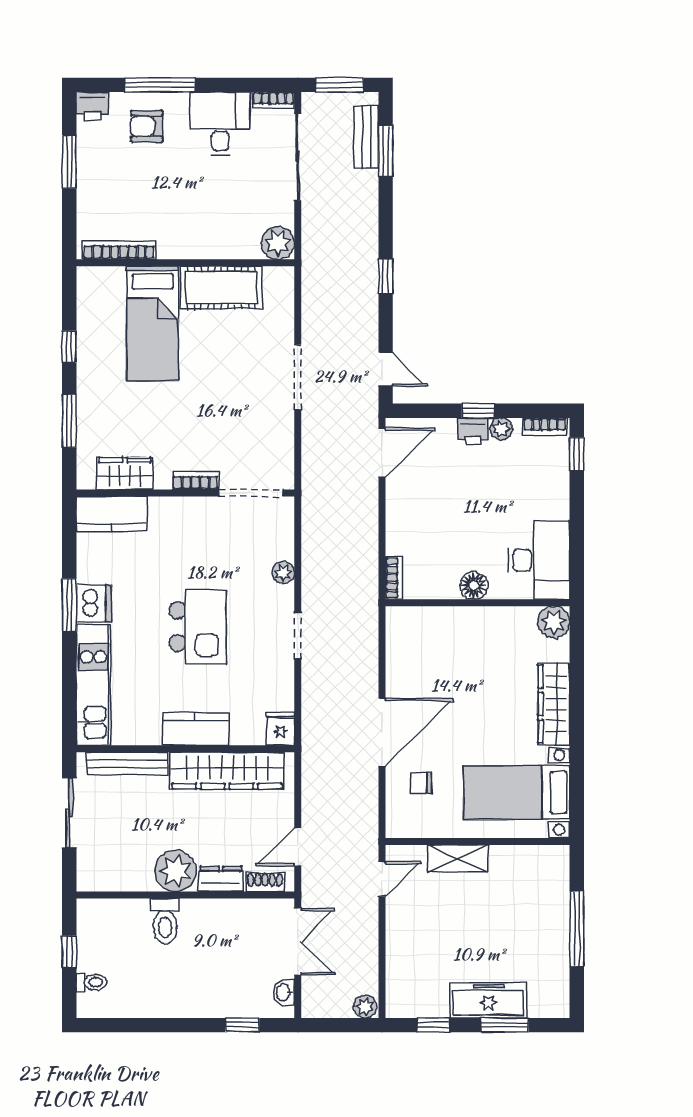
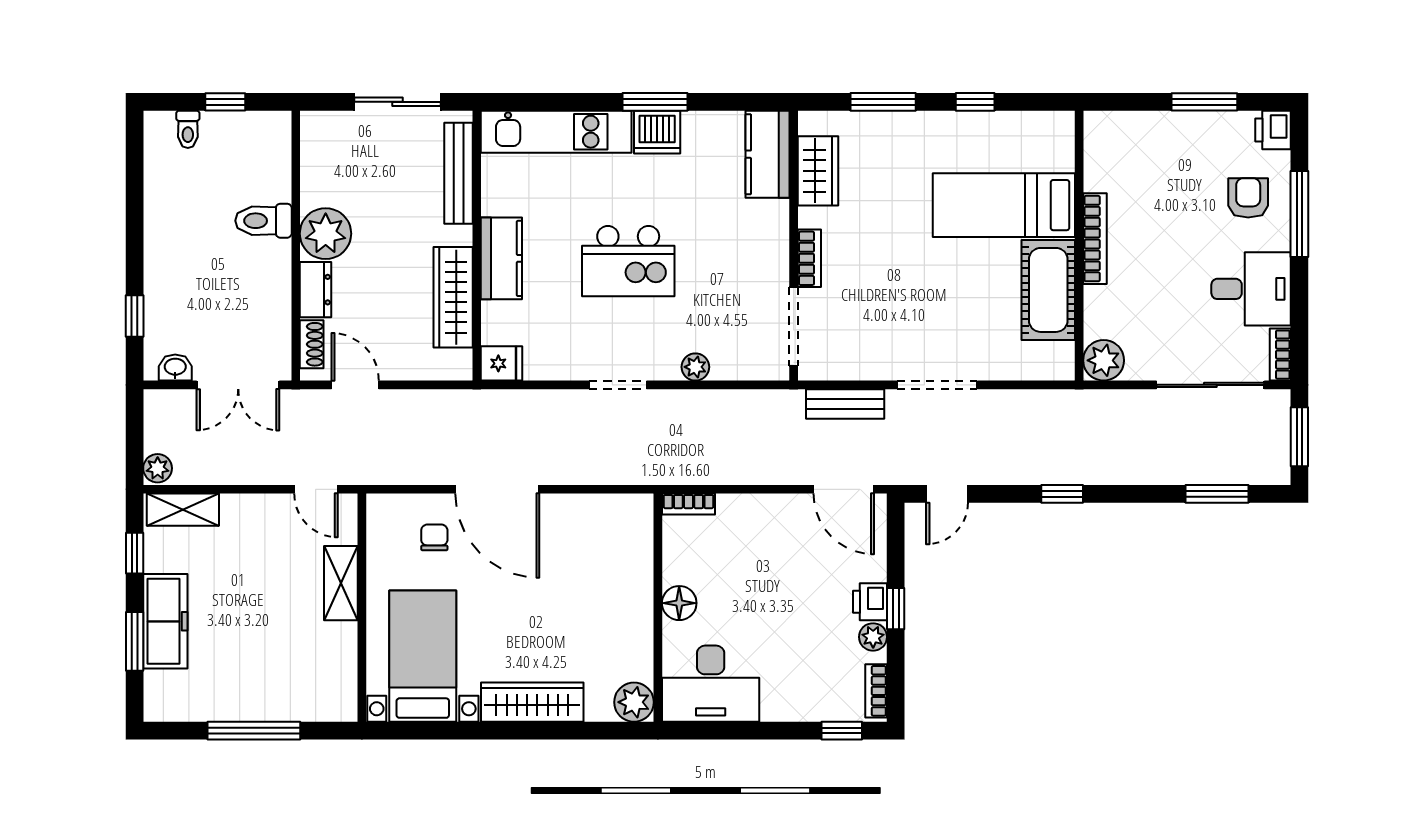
bench: (367, 137) -> (845, 404), moved
bookcase: (119, 250) -> (1095, 239), moved
wardrobe: (227, 771) -> (453, 297), width x0.71, depth x0.85
shelving: (398, 986) -> (183, 510), added

